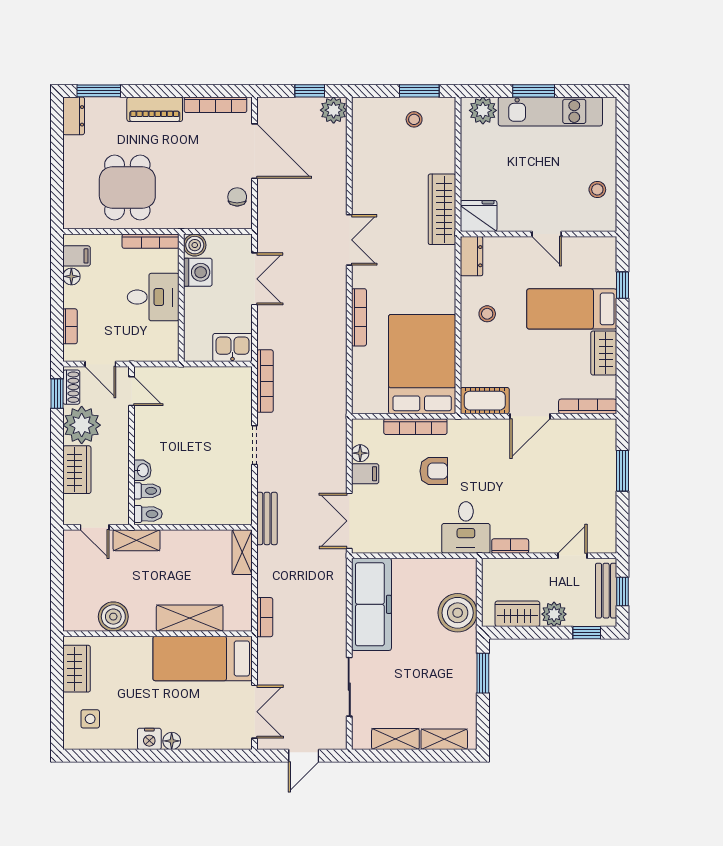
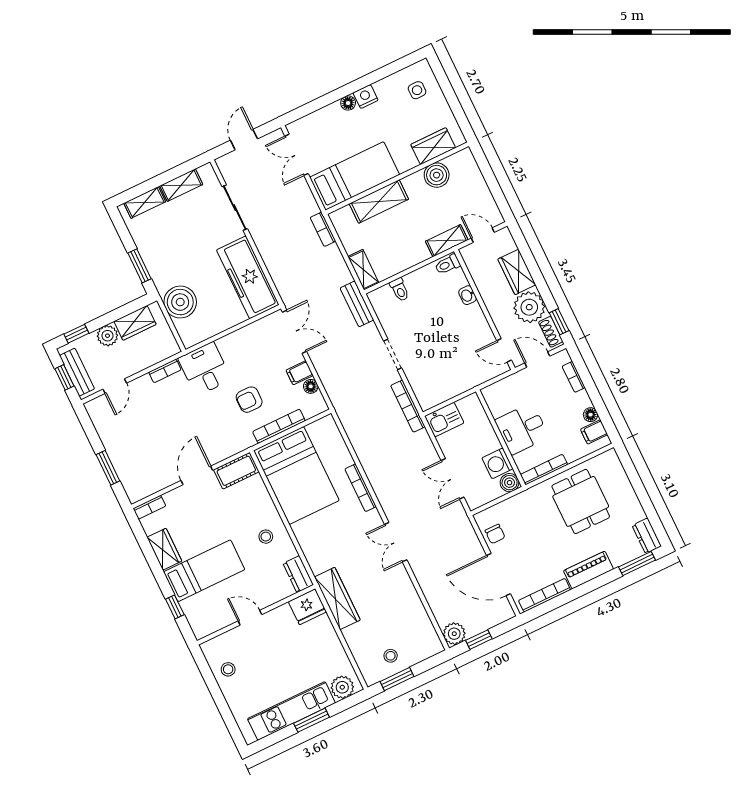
bookcase: (588, 406) -> (149, 507), width x0.64
toilet: (147, 491) -> (400, 290), moved, turned -90
wardrobe: (77, 669) -> (433, 146), moved, turned 90

